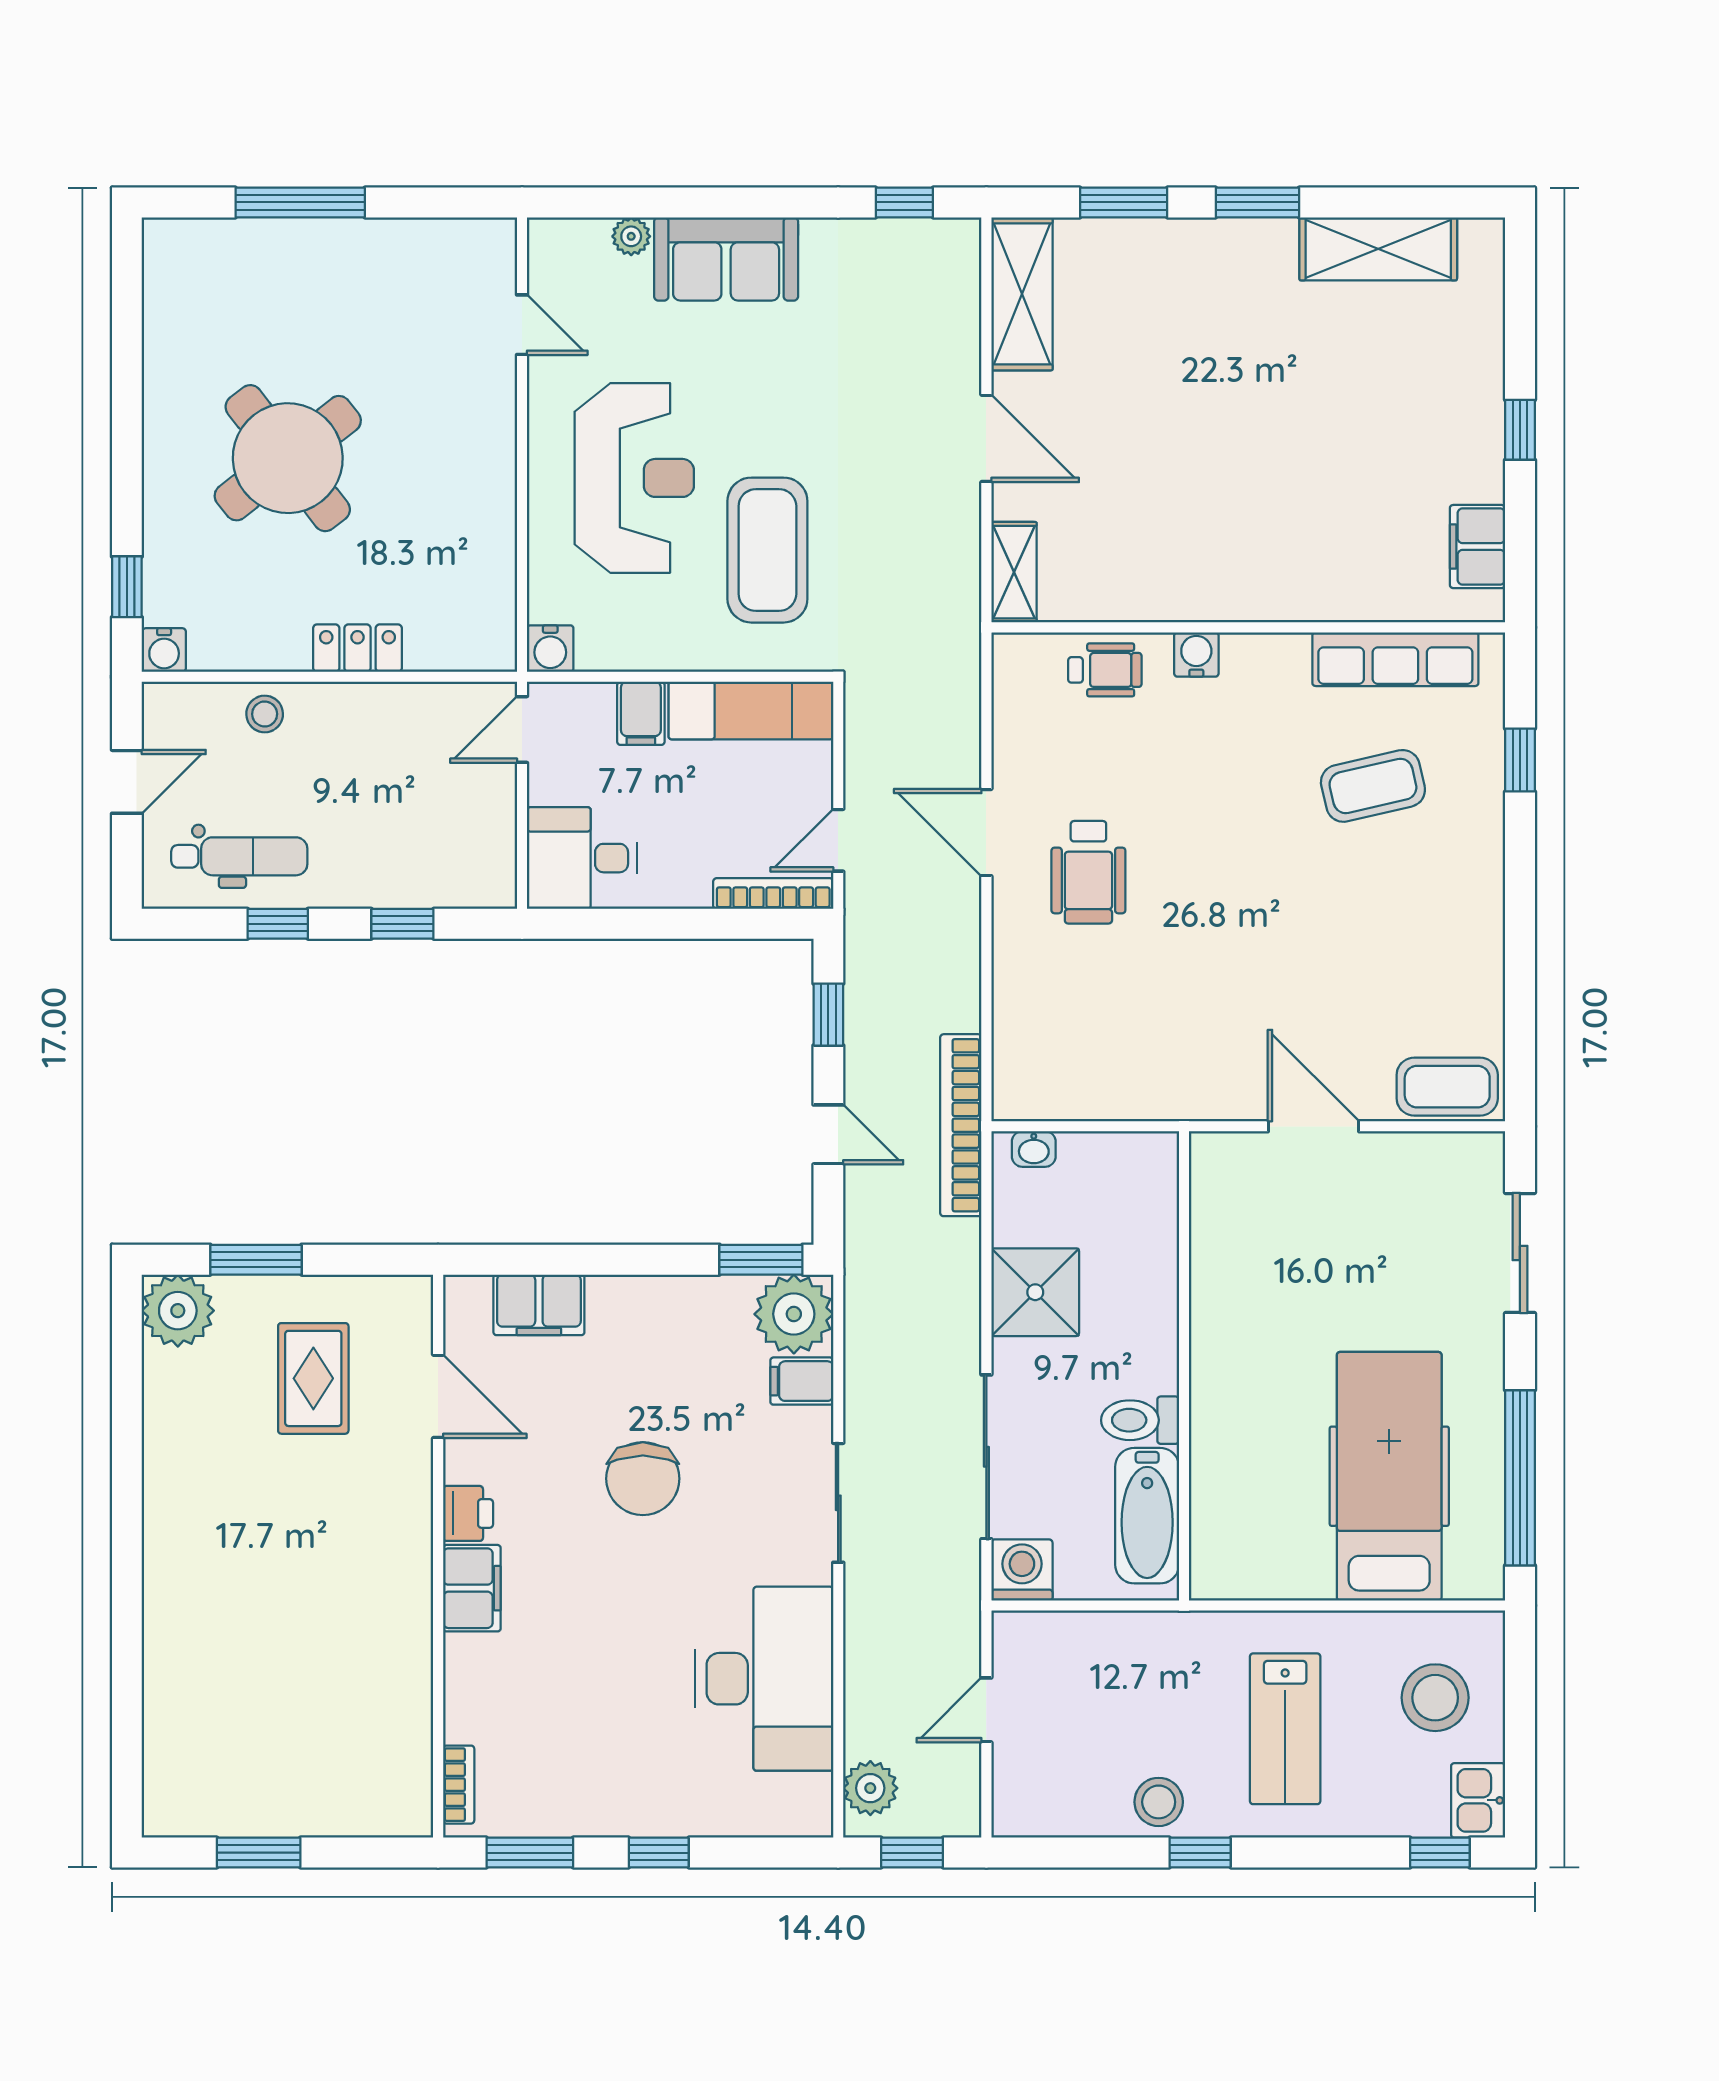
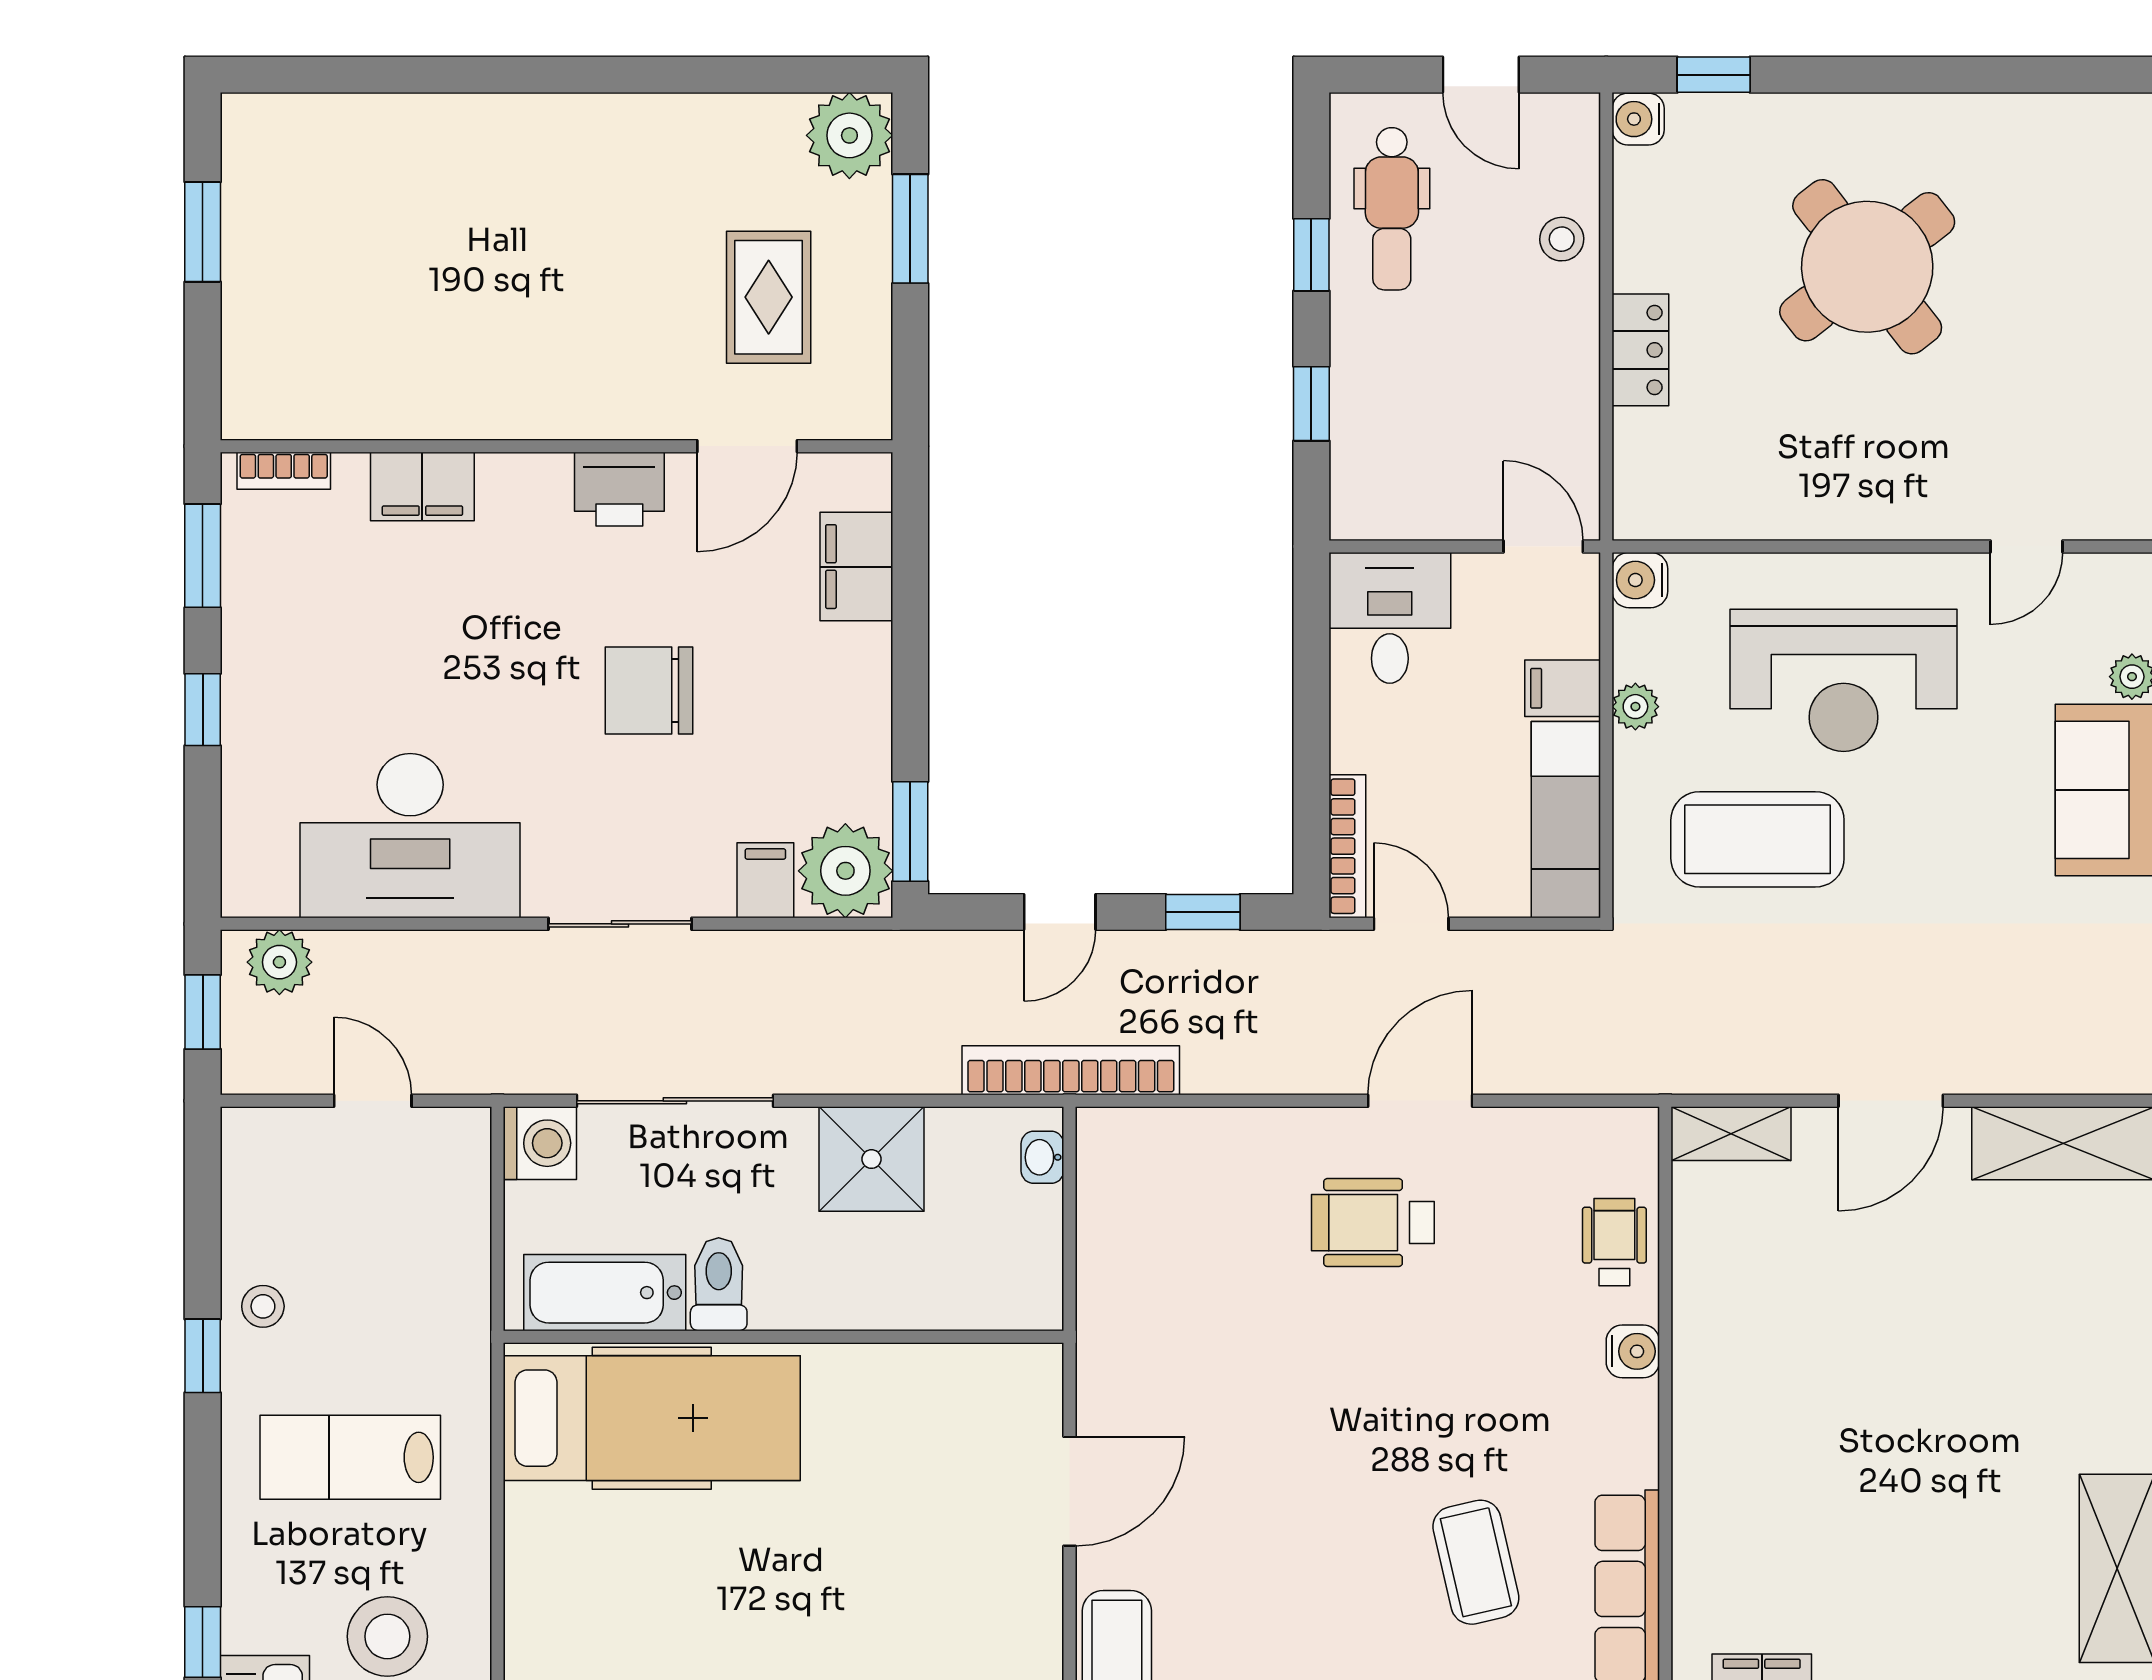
plant: (656, 652) -> (1635, 707), added
wheelchair: (1105, 670) -> (1614, 1242), turned 180
rug: (313, 1378) -> (769, 297), turned 90
hospital bed: (1389, 1476) -> (652, 1418), moved
printer: (468, 1513) -> (619, 489), width x1.36, depth x1.24
filing cabinet: (472, 1588) -> (422, 486), moved
stool: (1159, 1802) -> (263, 1306), width x0.73, depth x0.73

